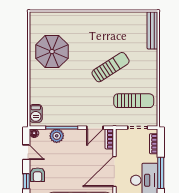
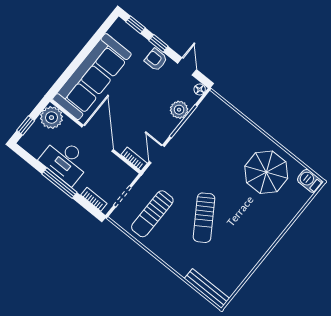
barbecue: (36, 113) -> (310, 181), moved
door: (26, 152) -> (187, 66), swing flipped

